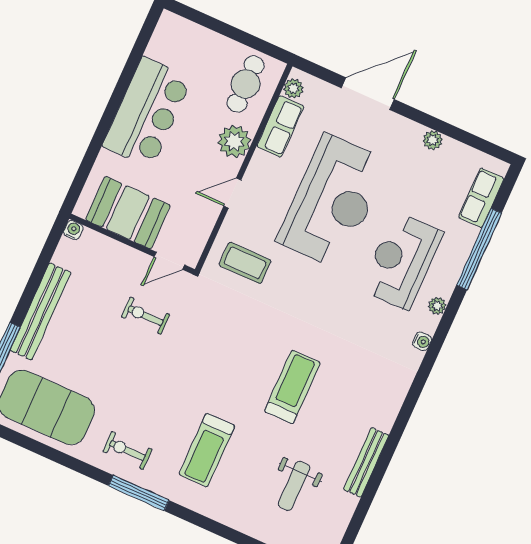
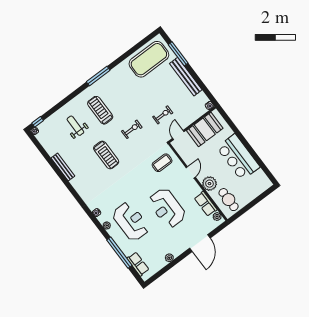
reception desk: (333, 201) -> (167, 208), width x0.74, depth x0.77
exercise bike: (127, 450) -> (132, 129), moved
weight bench: (294, 486) -> (75, 126), moved

